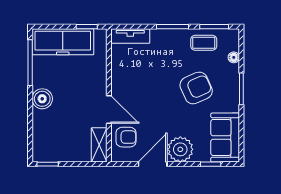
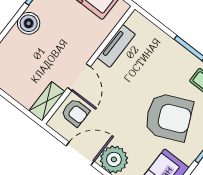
tv unit: (130, 36) -> (116, 46), moved, turned -90
armchair: (196, 88) -> (169, 117), width x1.36, depth x1.36

